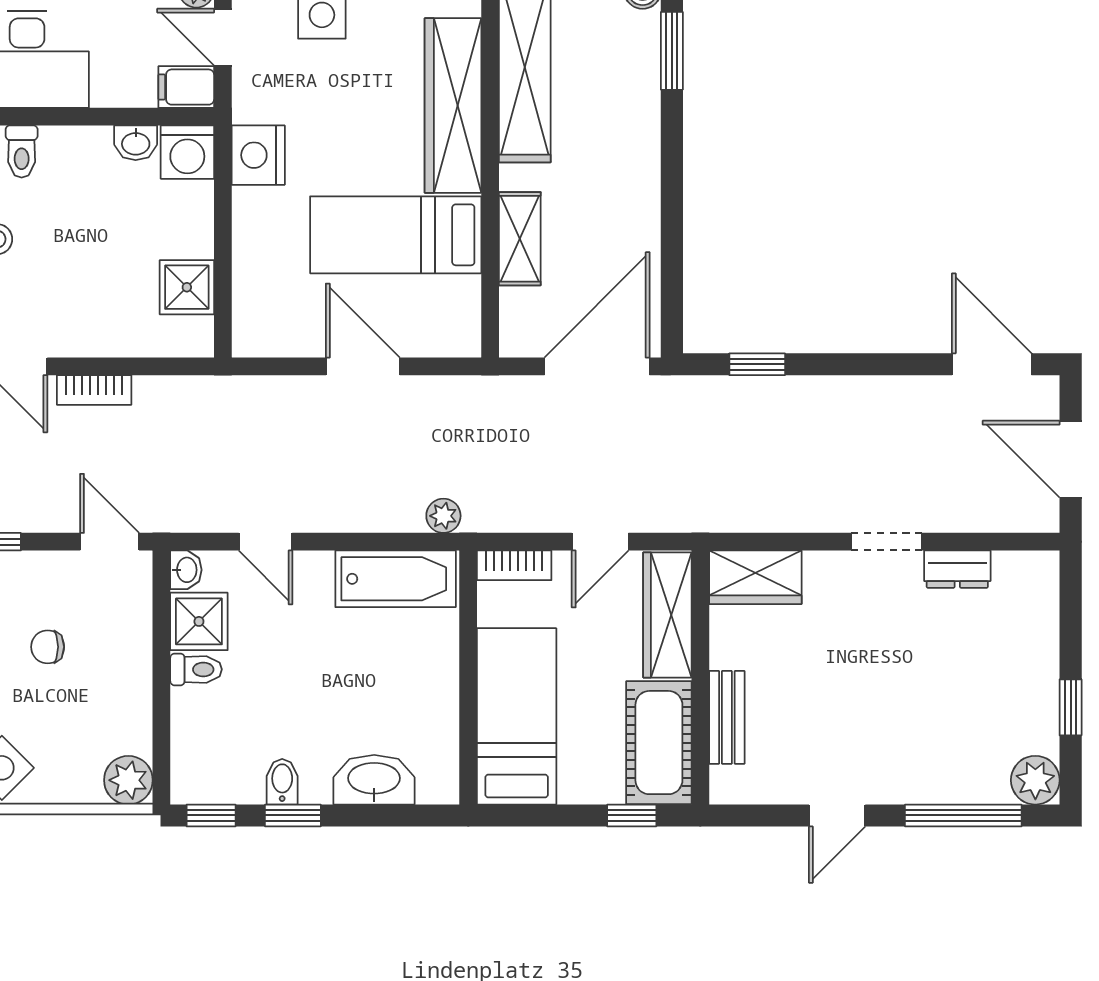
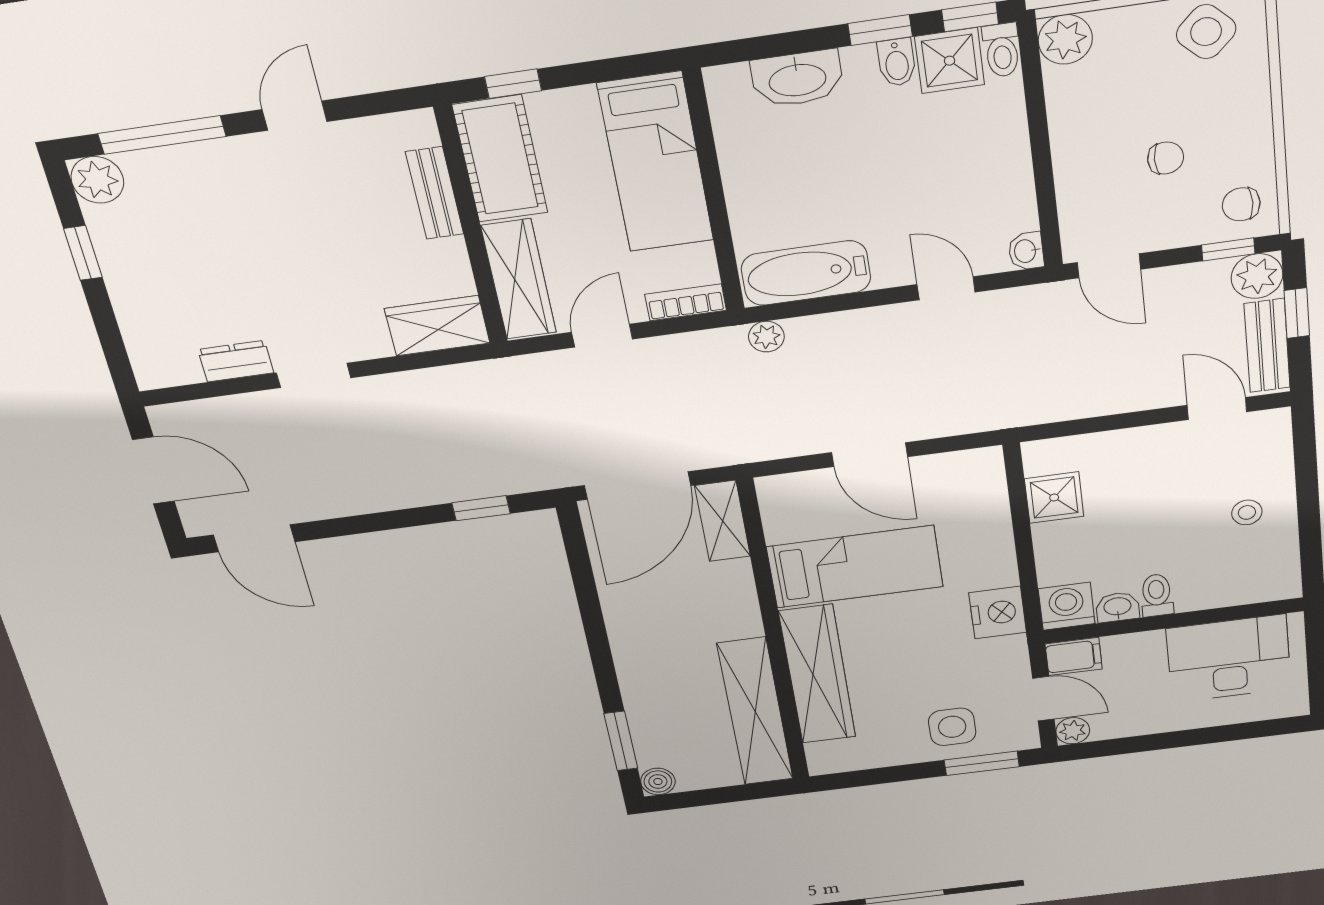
toilet: (22, 151) -> (1157, 595), moved
shelving: (520, 239) -> (723, 521), moved
bookcase: (94, 390) -> (1138, 398), removed
shower: (199, 621) -> (950, 61), moved
toilet: (196, 669) -> (1002, 50), moved, turned -90

